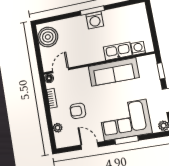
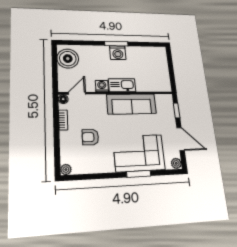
washing machine: (138, 48) -> (102, 86), moved
kitchen sink: (118, 51) -> (122, 85), moved
plant: (58, 128) -> (66, 170), moved
door: (90, 146) -> (99, 176), removed

